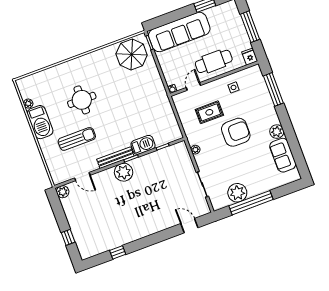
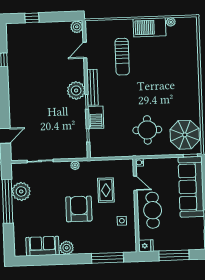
round table: (82, 100) -> (147, 130), moved
armchair: (236, 132) -> (79, 209), turned 180

